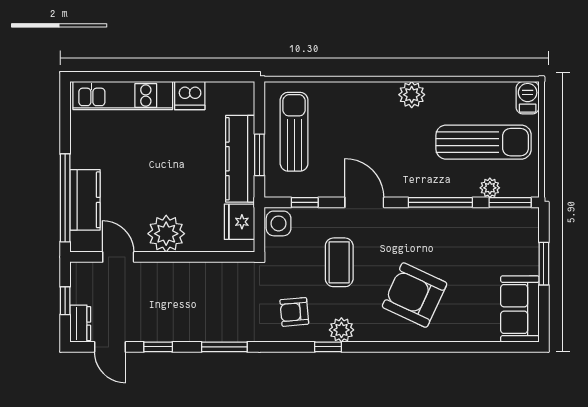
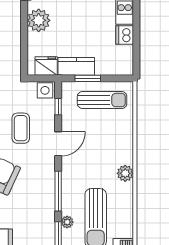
kitchen counter: (240, 159) -> (76, 66), width x0.67
coffee table: (339, 262) -> (21, 128), turned 90

